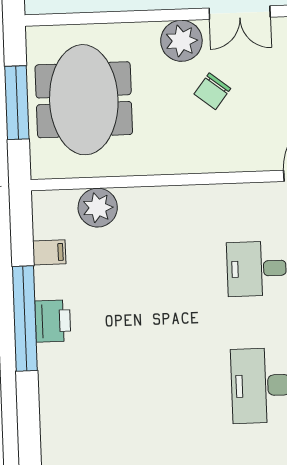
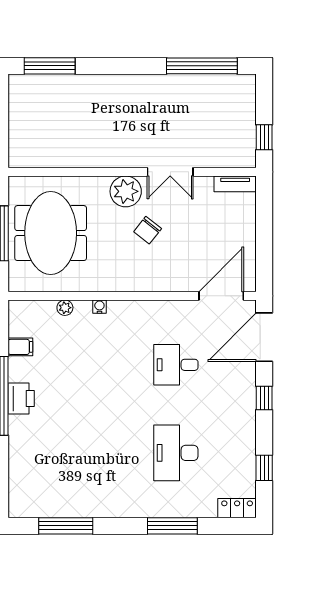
water cooler: (152, 195) -> (99, 307), added
plant: (98, 208) -> (65, 308), width x0.53, depth x0.53

